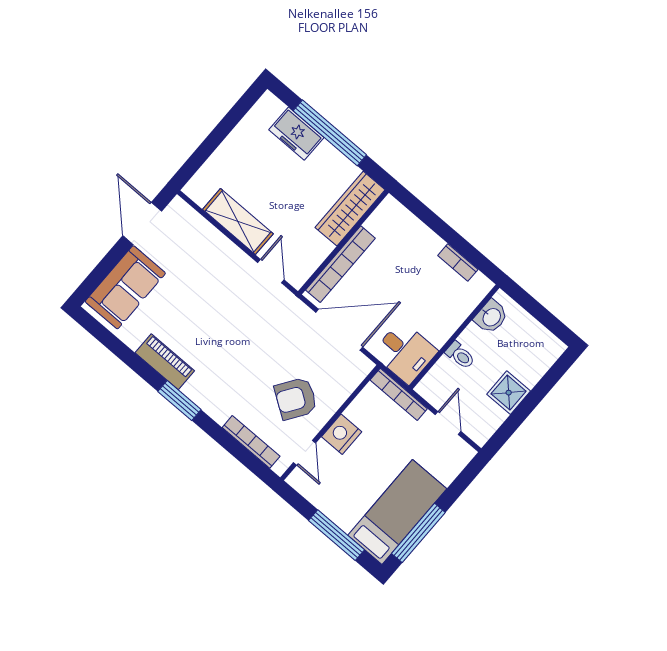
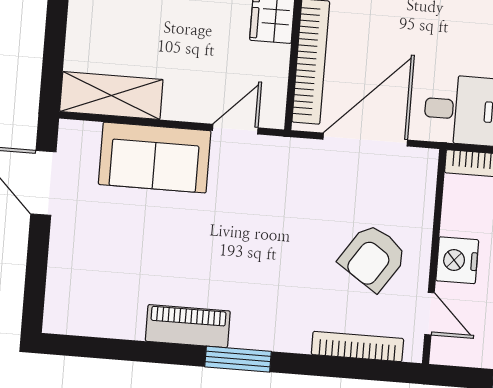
shelving: (238, 222) -> (111, 95), moved
door: (271, 271) -> (235, 129), hinge flipped
sofa: (125, 287) -> (155, 158), moved, turned 90

